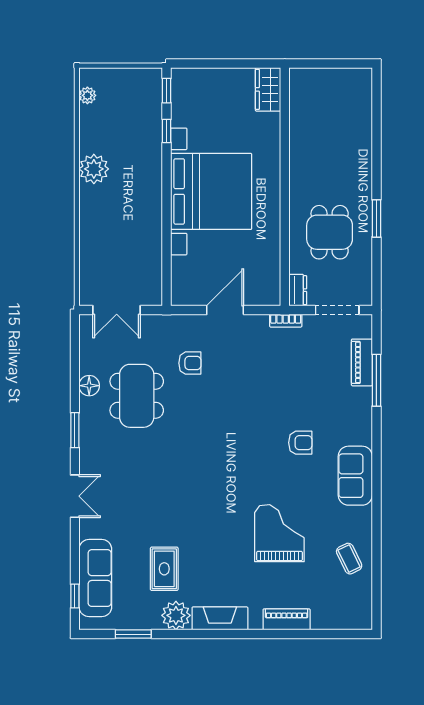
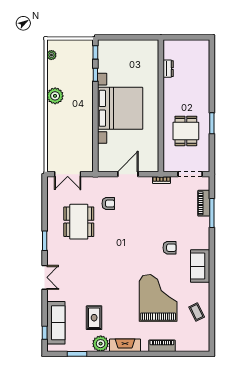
wardrobe: (268, 89) -> (152, 52), removed
dresser: (298, 290) -> (168, 69), moved
floor lamp: (89, 386) -> (52, 216), removed
grand piano: (279, 533) -> (158, 298), width x1.37, depth x1.48

